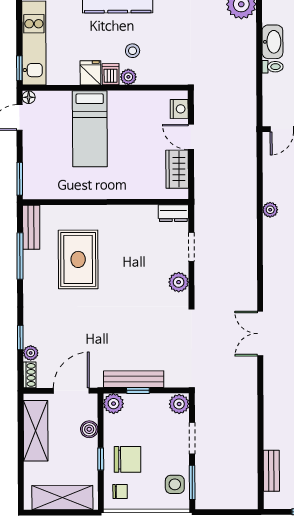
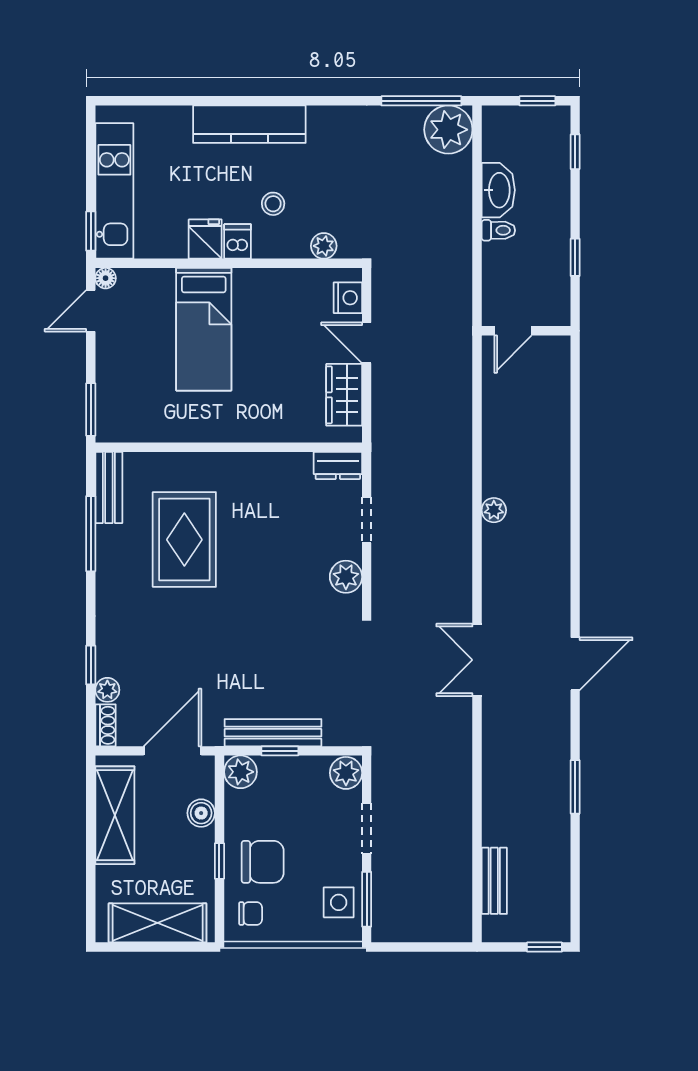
plant: (128, 77) -> (324, 246), moved
plant: (270, 210) -> (494, 510), moved

